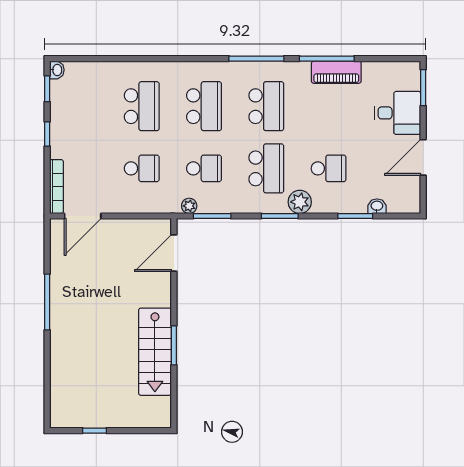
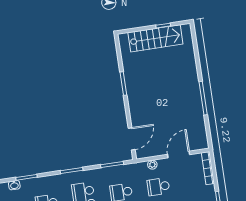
plant: (300, 202) -> (61, 181), removed
plant: (189, 206) -> (152, 165), moved
door: (83, 216) -> (179, 155), moved
stairs: (155, 352) -> (155, 38), moved, turned 90

